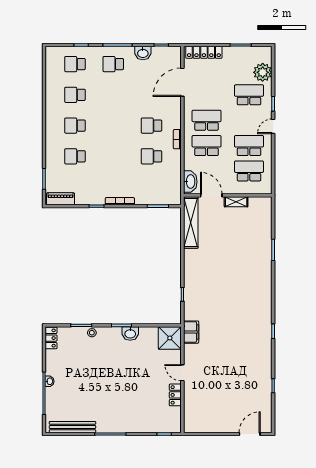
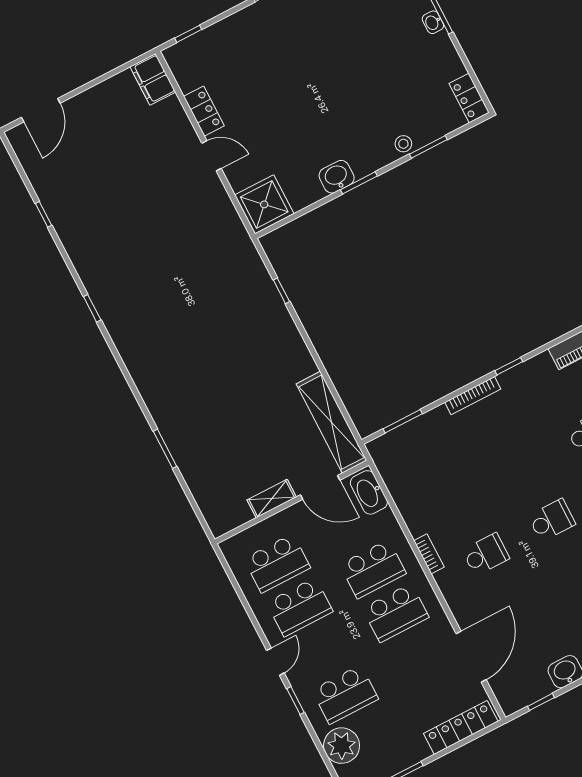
school desk: (151, 156) -> (552, 520), moved
filing cabinet: (191, 332) -> (153, 79), moved

